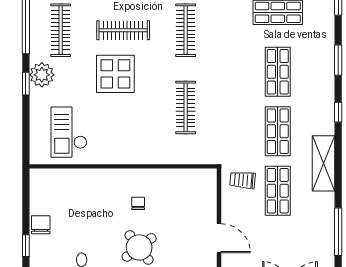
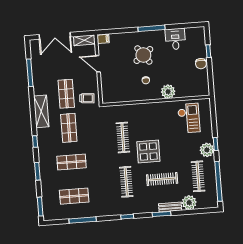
shop shelf: (278, 72) -> (71, 162), turned 90
display table: (115, 74) -> (148, 151), moved
plant: (101, 181) -> (168, 92), added

